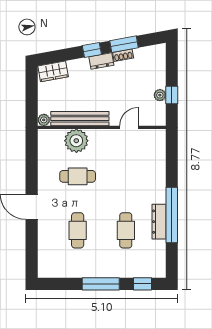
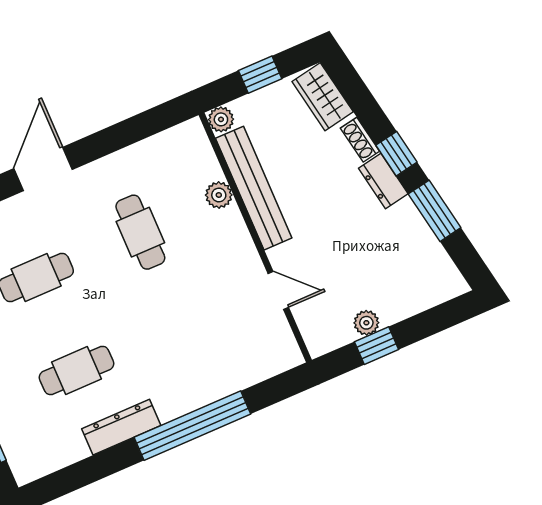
shoe rack: (123, 55) -> (360, 140), moved
window: (32, 94) -> (260, 75), added
plant: (76, 141) -> (219, 195), width x0.53, depth x0.53
window: (172, 215) -> (192, 426), moved

